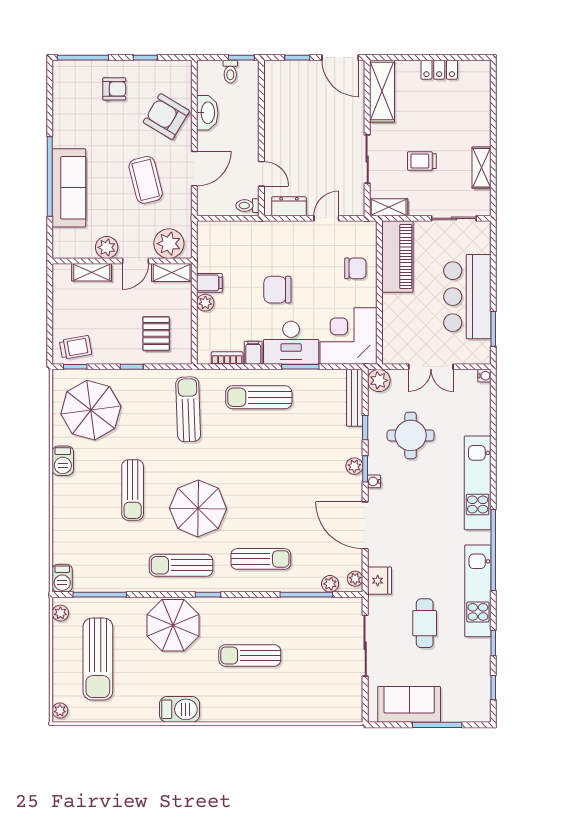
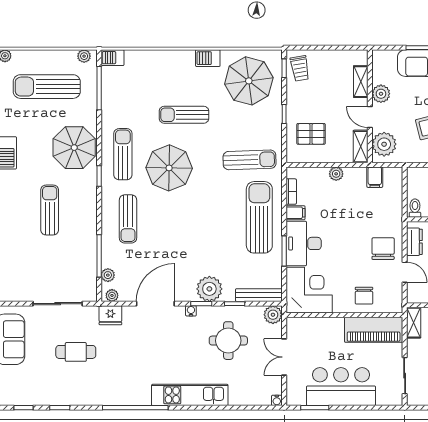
filing cabinet: (209, 283) -> (375, 177), moved
chair: (277, 290) -> (383, 249), moved
sun lounger: (259, 397) -> (259, 217), width x1.36, depth x1.34
plant: (354, 466) -> (209, 289), width x1.87, depth x1.87
kitchen unit: (478, 591) -> (102, 395), removed

